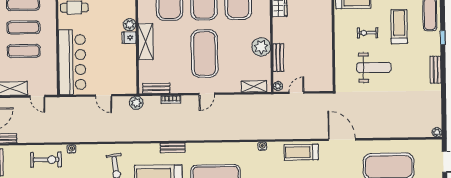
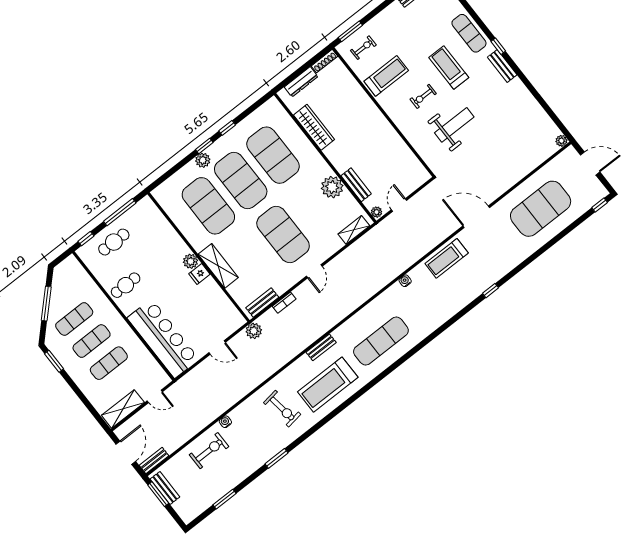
bench: (436, 70) -> (502, 66), moved

